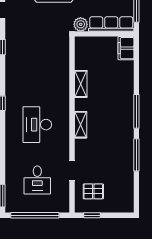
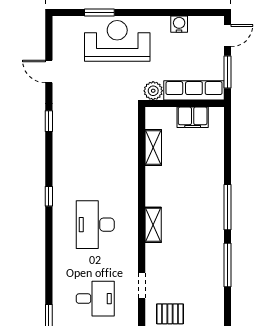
filing cabinet: (126, 48) -> (193, 117), moved, turned -90
shelving: (81, 84) -> (153, 148), moved
desk: (37, 180) -> (95, 299), turned -90

